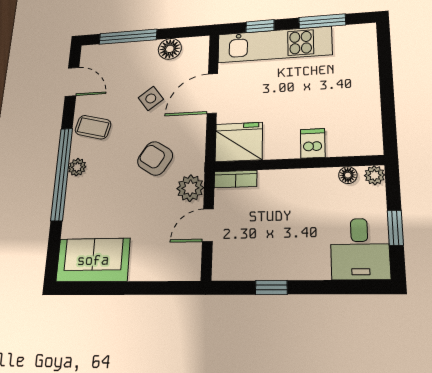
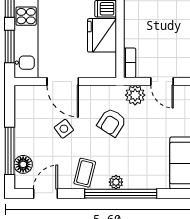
window: (260, 26) -> (10, 46), width x1.50
floor lamp: (170, 49) -> (23, 164), moved
fridge: (239, 142) -> (102, 35), moved

